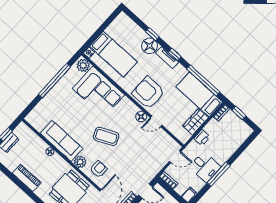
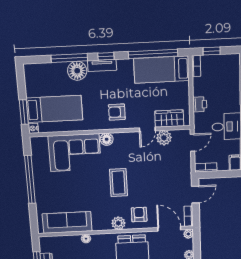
window: (152, 34) -> (69, 58), width x2.17
window: (93, 38) -> (24, 112), added
plant: (83, 65) -> (164, 138), moved
armchair: (148, 93) -> (117, 112), width x0.53, depth x0.53
floor lamp: (141, 117) -> (107, 139), moved
wardrobe: (195, 122) -> (169, 119), moved, turned 90
coffee table: (106, 136) -> (118, 183), turned -65
sofa: (61, 141) -> (67, 222), moved

